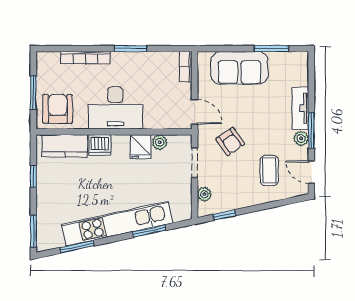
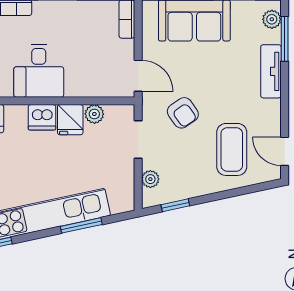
desk: (115, 108) -> (39, 71), width x0.73
window: (311, 130) -> (285, 39), moved
plant: (301, 138) -> (272, 19), moved
dishwasher: (100, 145) -> (42, 117), moved
coffee table: (269, 171) -> (232, 149), width x1.36, depth x1.30

